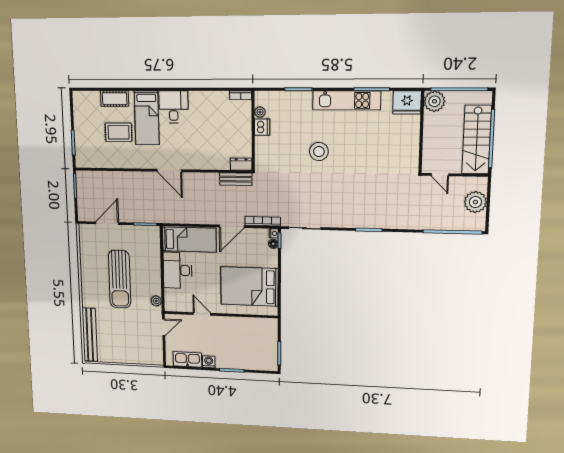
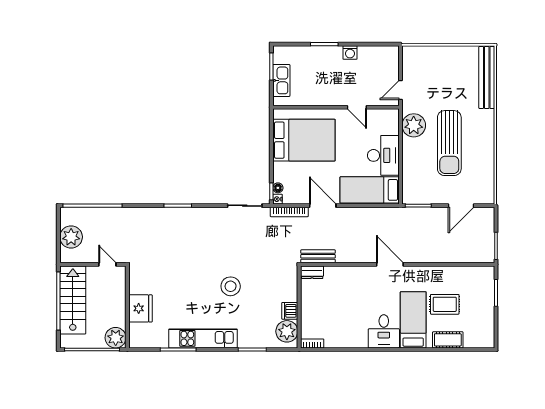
fridge: (407, 102) -> (140, 308), moved, turned 90
plant: (260, 112) -> (287, 331), width x1.87, depth x1.87
door: (232, 226) -> (323, 206), hinge flipped
sun lounger: (120, 279) -> (449, 143), turned 180
plant: (156, 301) -> (414, 125), width x1.87, depth x1.87
kitchen sink: (187, 359) -> (281, 80), moved, turned -90

